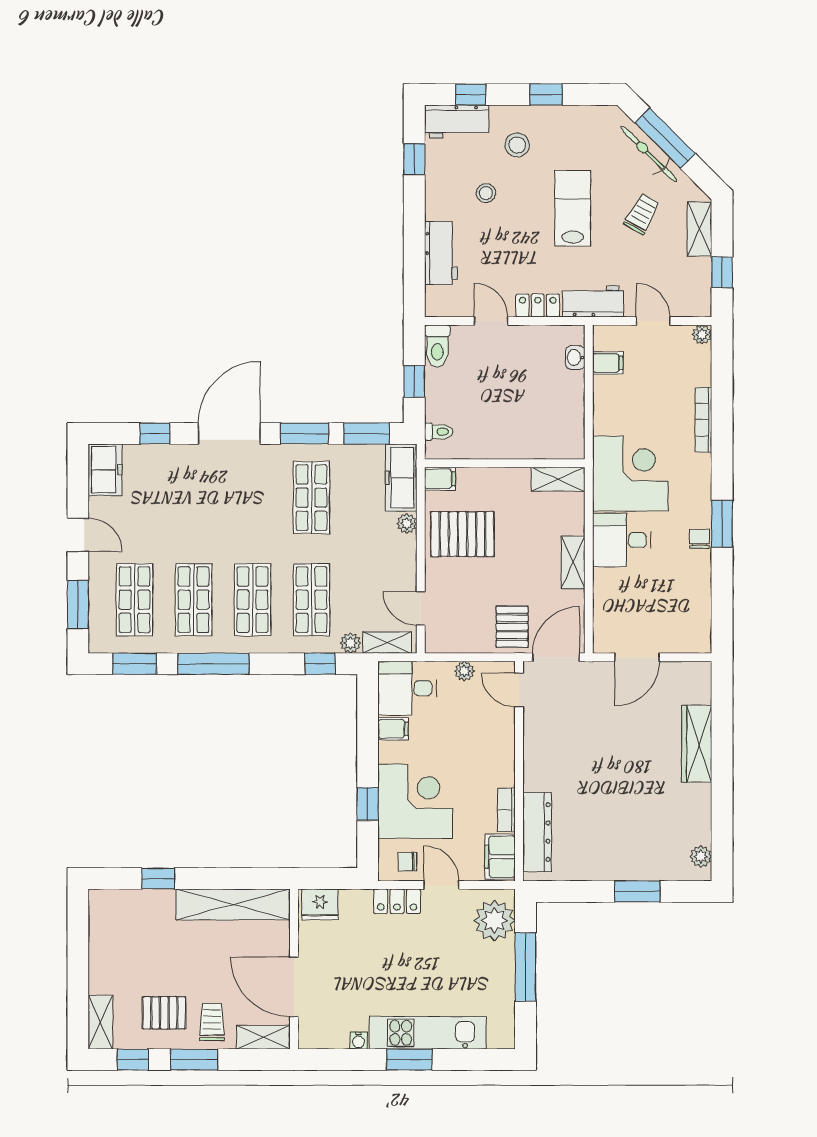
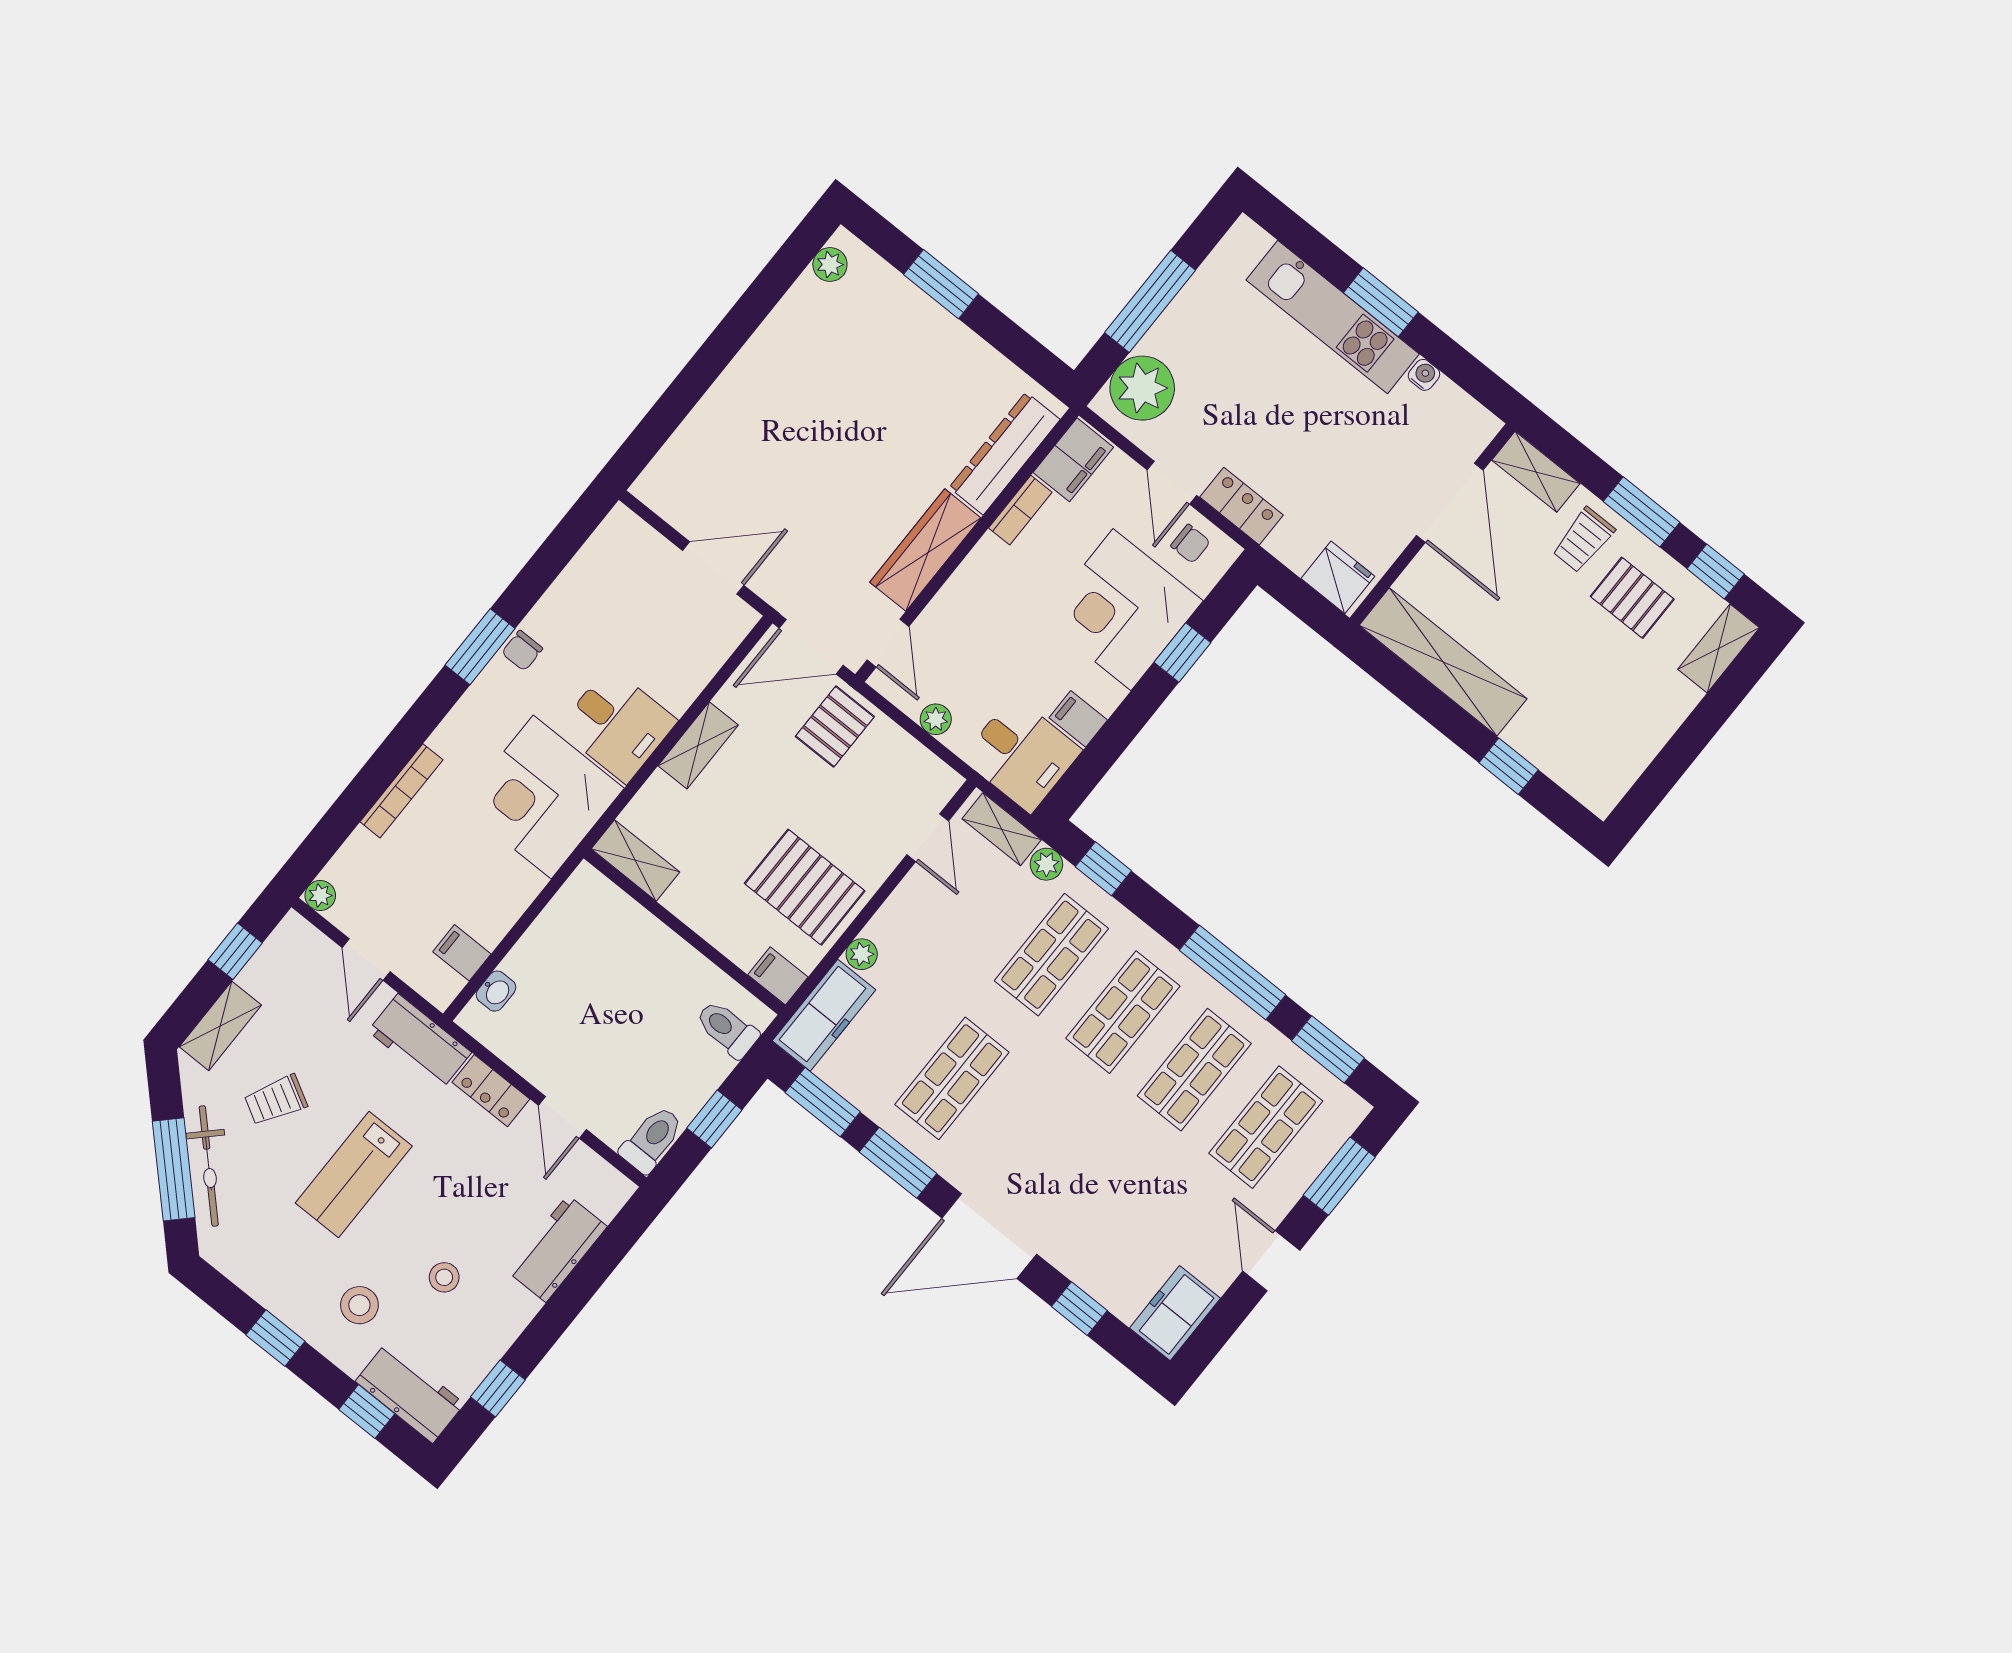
toilet: (439, 432) -> (727, 1029), width x1.37, depth x1.39
wardrobe: (697, 744) -> (925, 550), moved, turned 180

